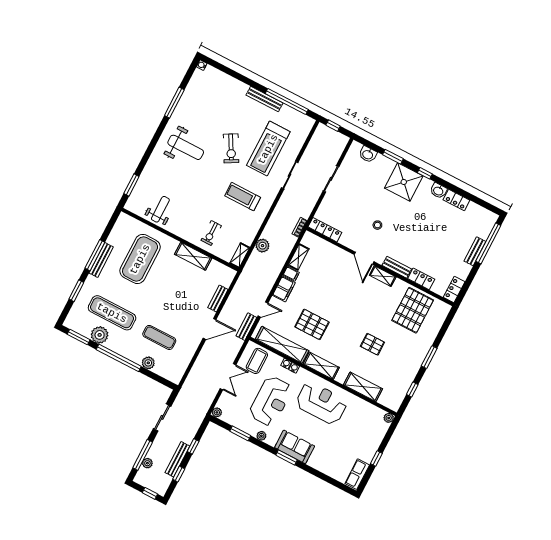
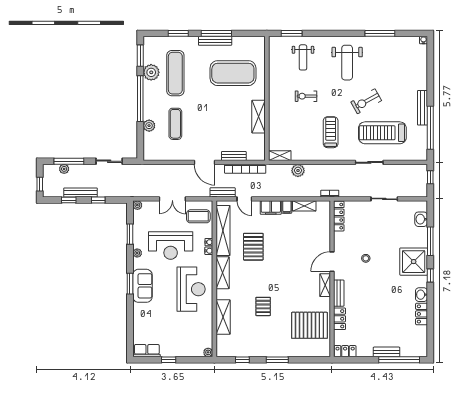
window: (393, 157) -> (430, 241), width x1.44
weight bench: (160, 209) -> (303, 57), moved, turned 90
exercise bike: (211, 233) -> (306, 96), moved
bookcase: (235, 294) -> (245, 169), added

